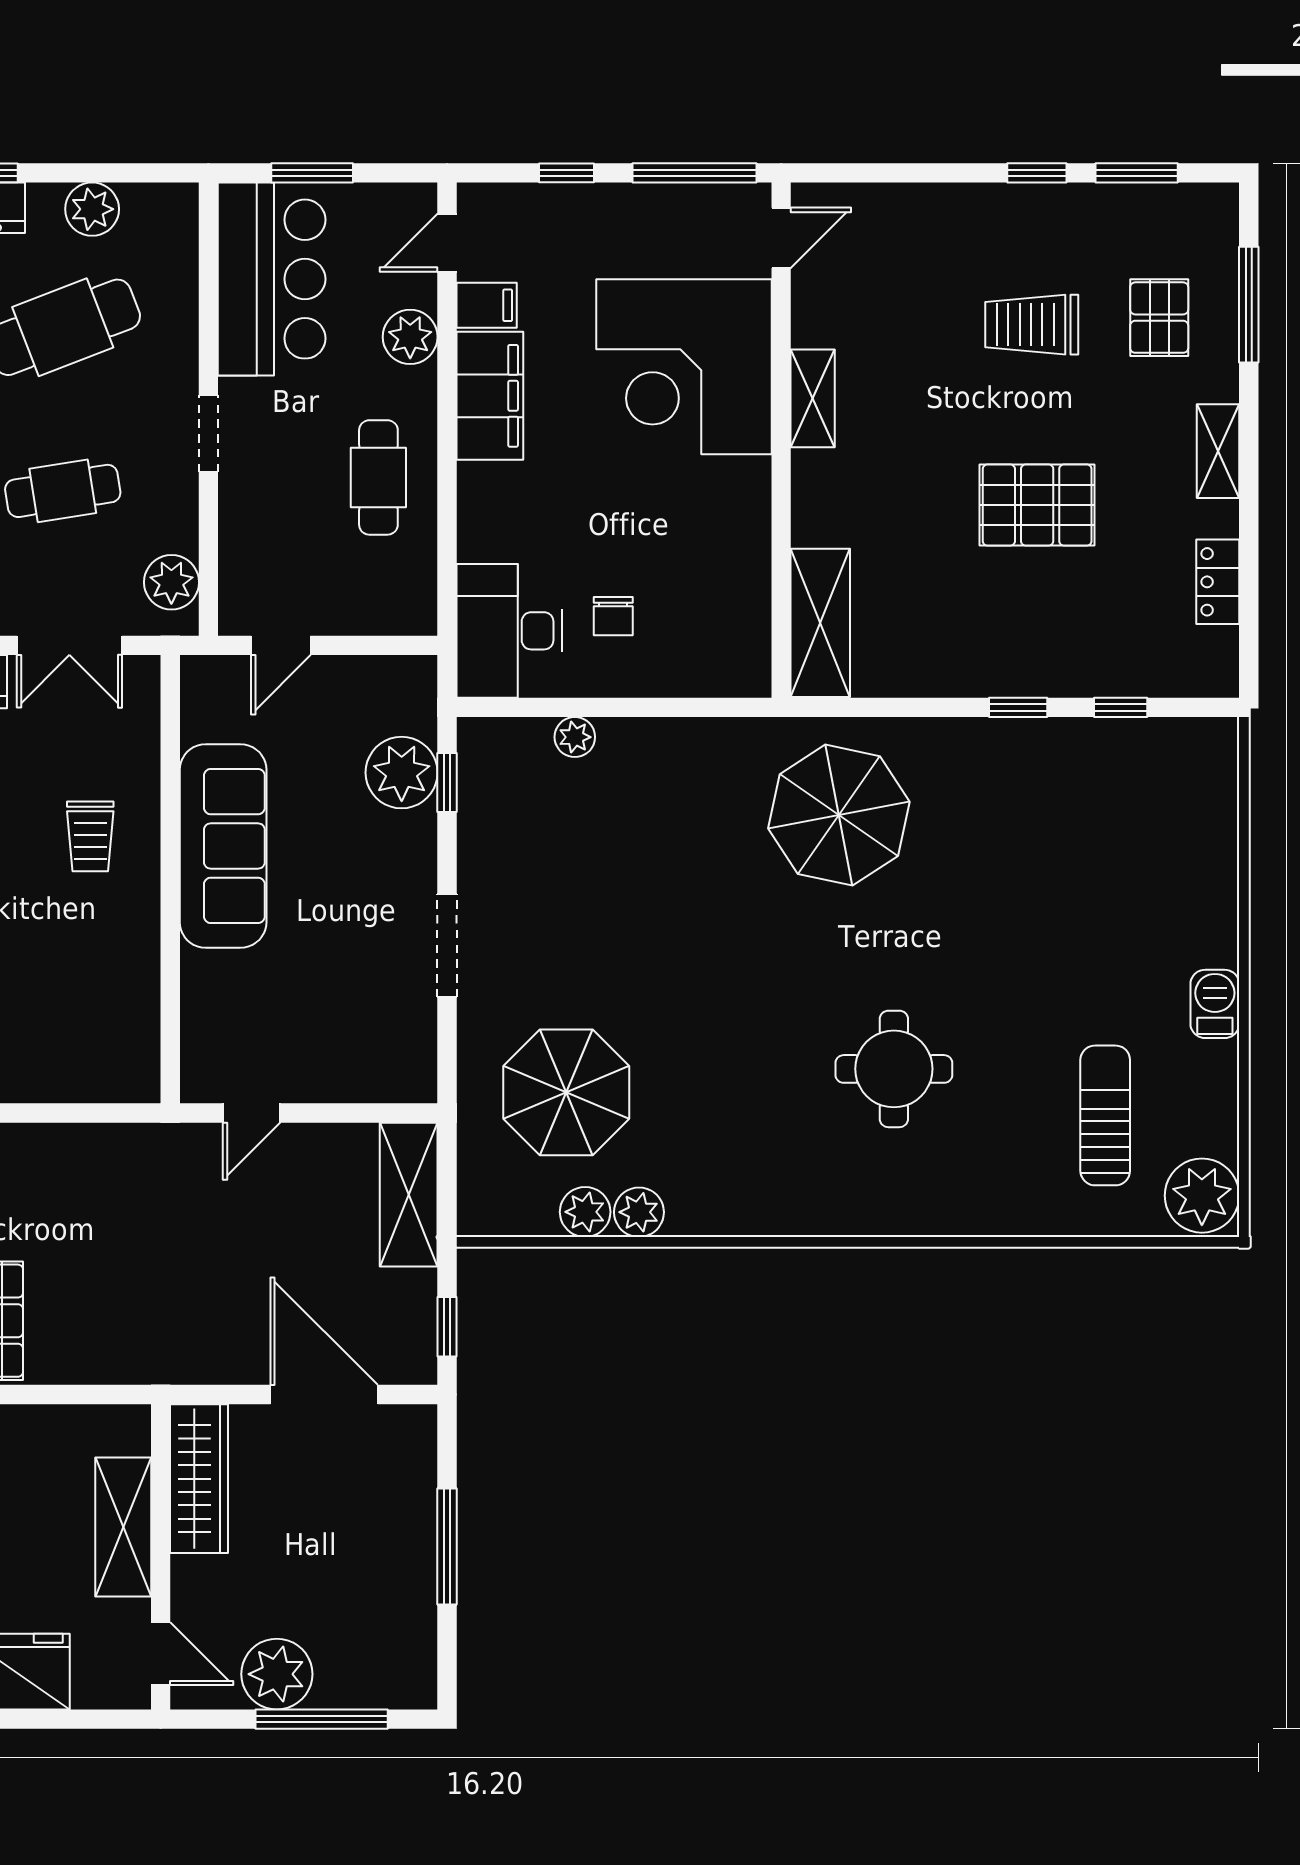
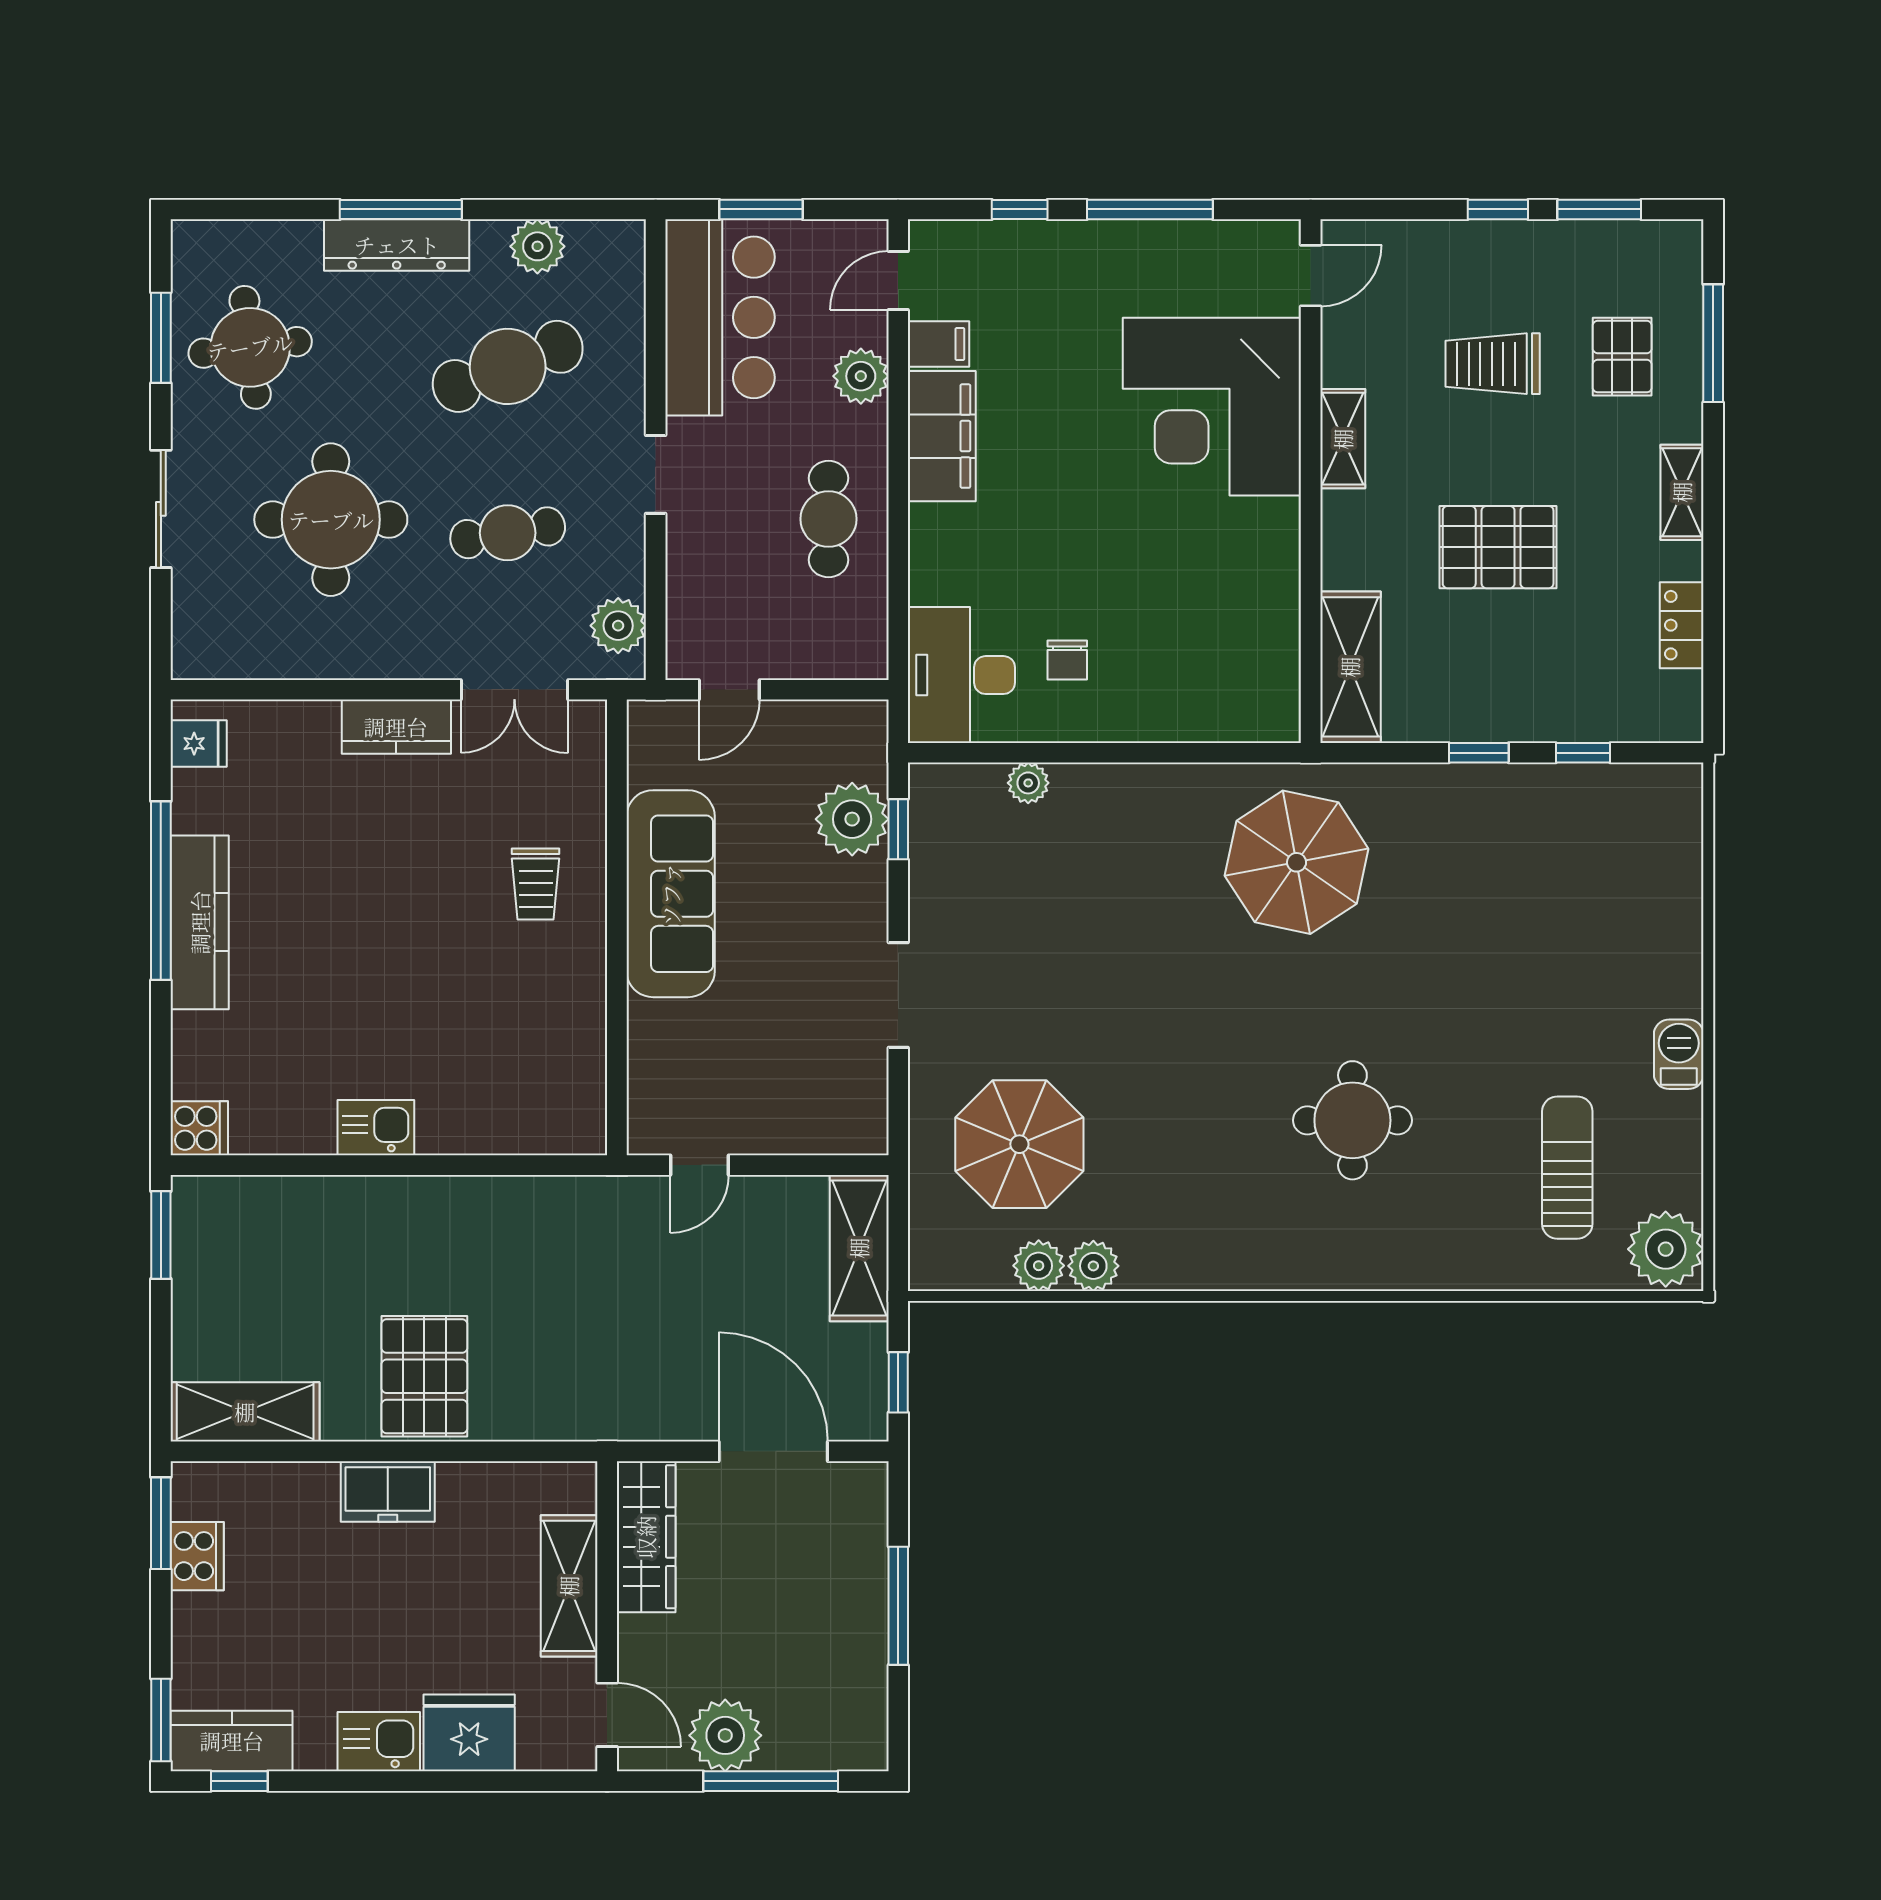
door: (781, 238) -> (1311, 276), moved
corner desk: (684, 367) -> (1212, 407), moved
shelving: (813, 398) -> (1343, 439), moved
wall: (781, 440) -> (1311, 481), moved
shelving: (820, 623) -> (1350, 667), moved

